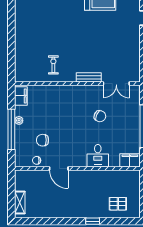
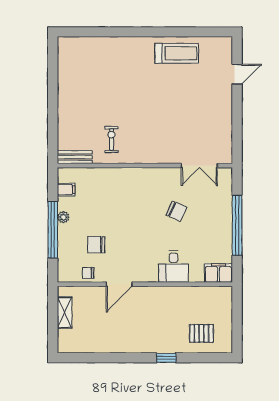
bench: (89, 77) -> (75, 157), moved
filing cabinet: (21, 96) -> (66, 190), width x0.50
door: (59, 168) -> (119, 284), hinge flipped
shelving: (20, 202) -> (65, 313), moved

